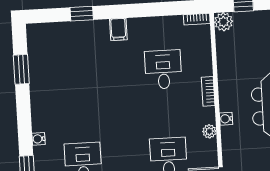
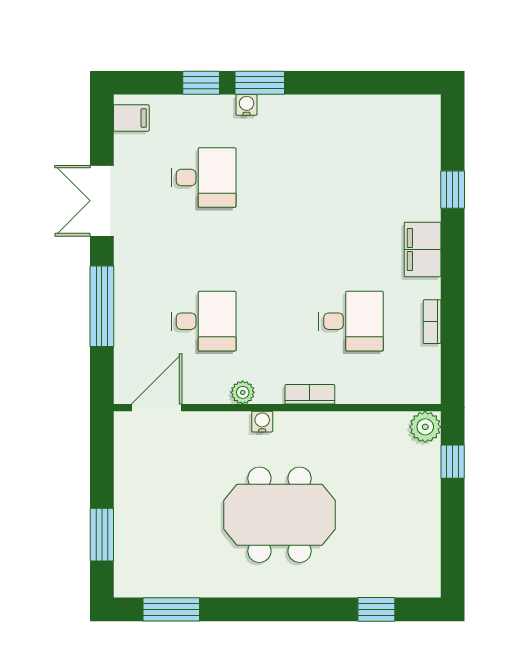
bookcase: (197, 19) -> (432, 322), moved
filing cabinet: (118, 29) -> (423, 249), width x2.00
window: (21, 69) -> (260, 83), moved

